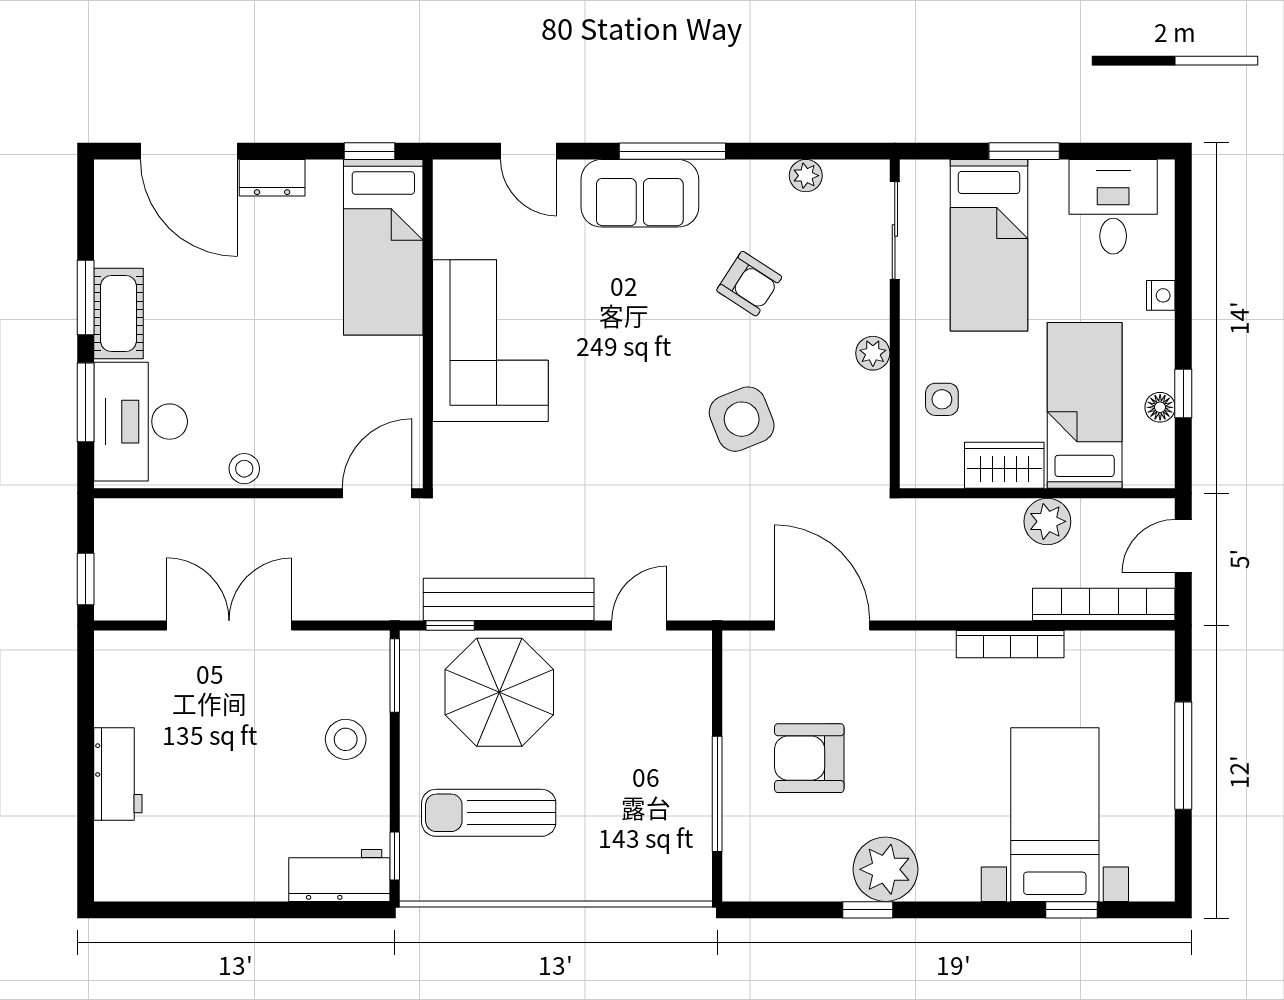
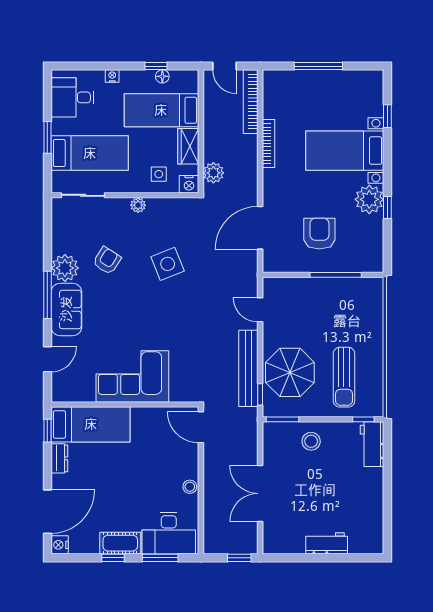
plant: (806, 176) -> (65, 268), moved, width x1.88, depth x1.88
nightstand: (115, 178) -> (60, 545), added
dresser: (272, 178) -> (59, 458), moved
window: (86, 297) -> (113, 558), width x0.67
nightstand: (919, 467) -> (189, 184), added
plant: (1047, 521) -> (213, 173), moved
armchair: (809, 758) -> (319, 234), turned 180
bed with nightstands: (1055, 815) -> (345, 151), moved

